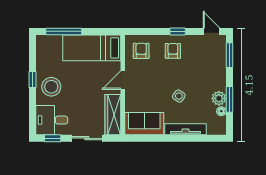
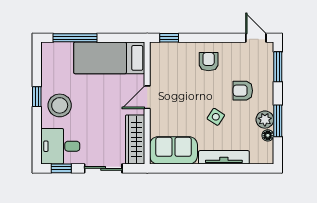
window: (178, 31) -> (169, 38), moved
armchair: (141, 51) -> (243, 91), moved, turned -90

